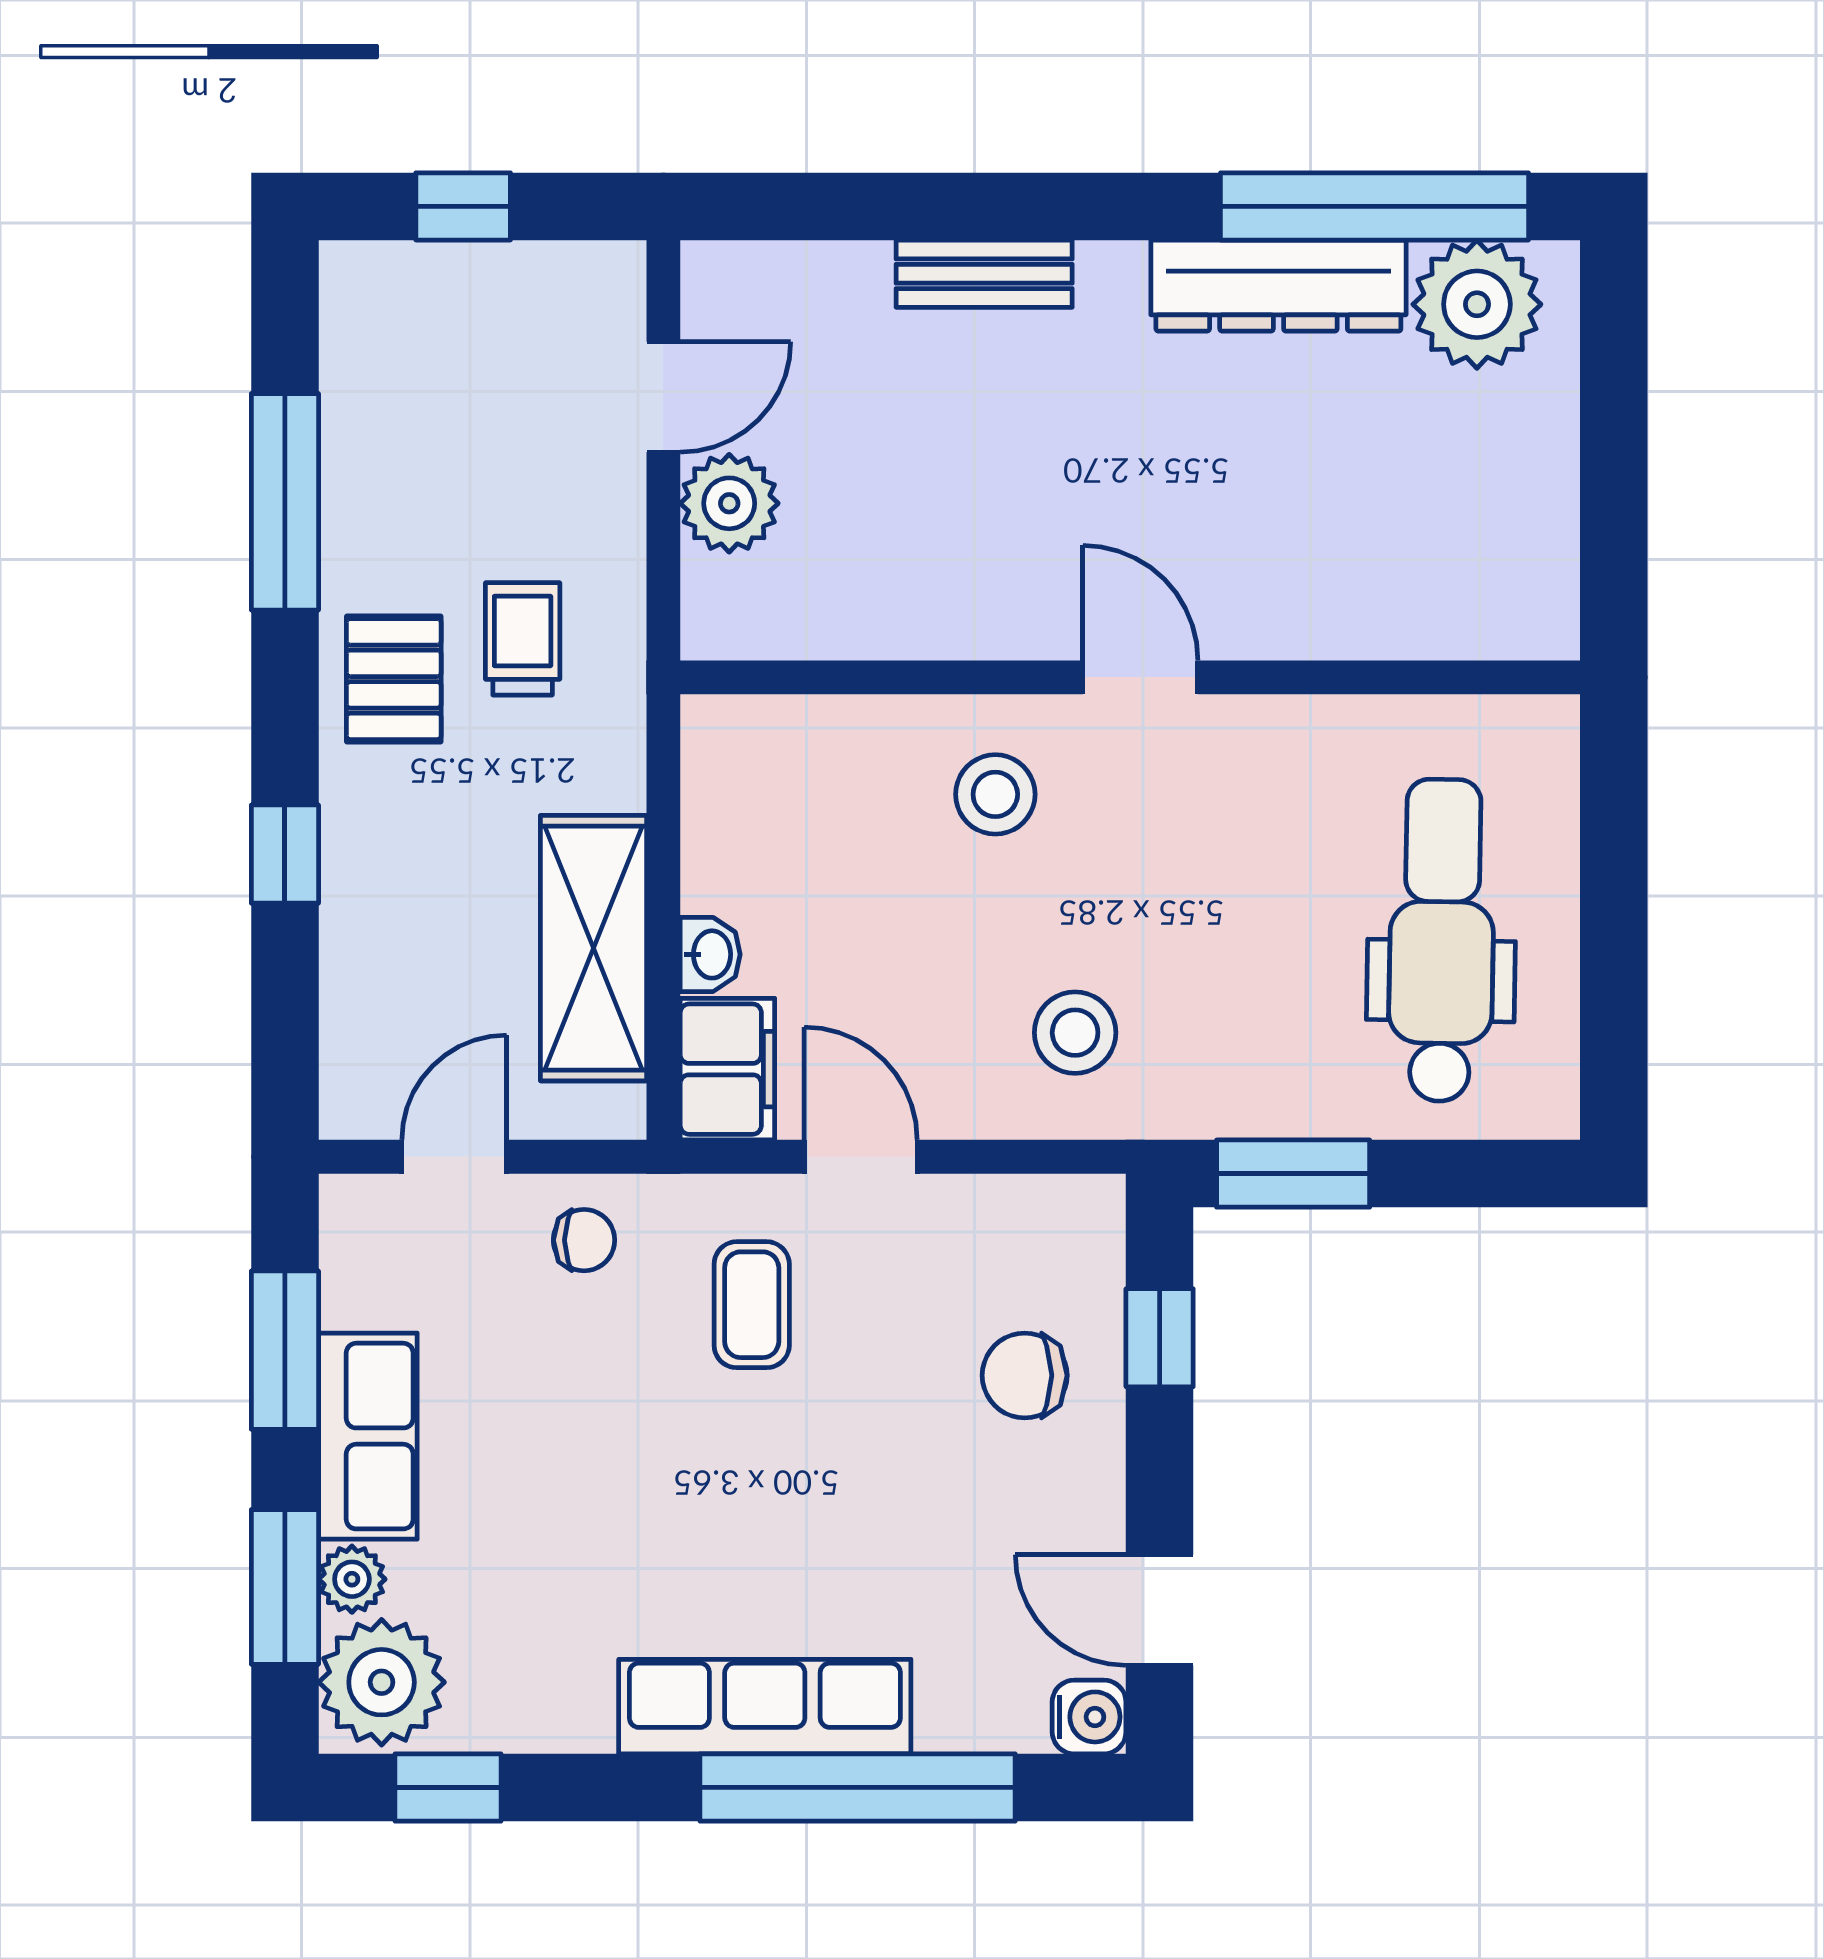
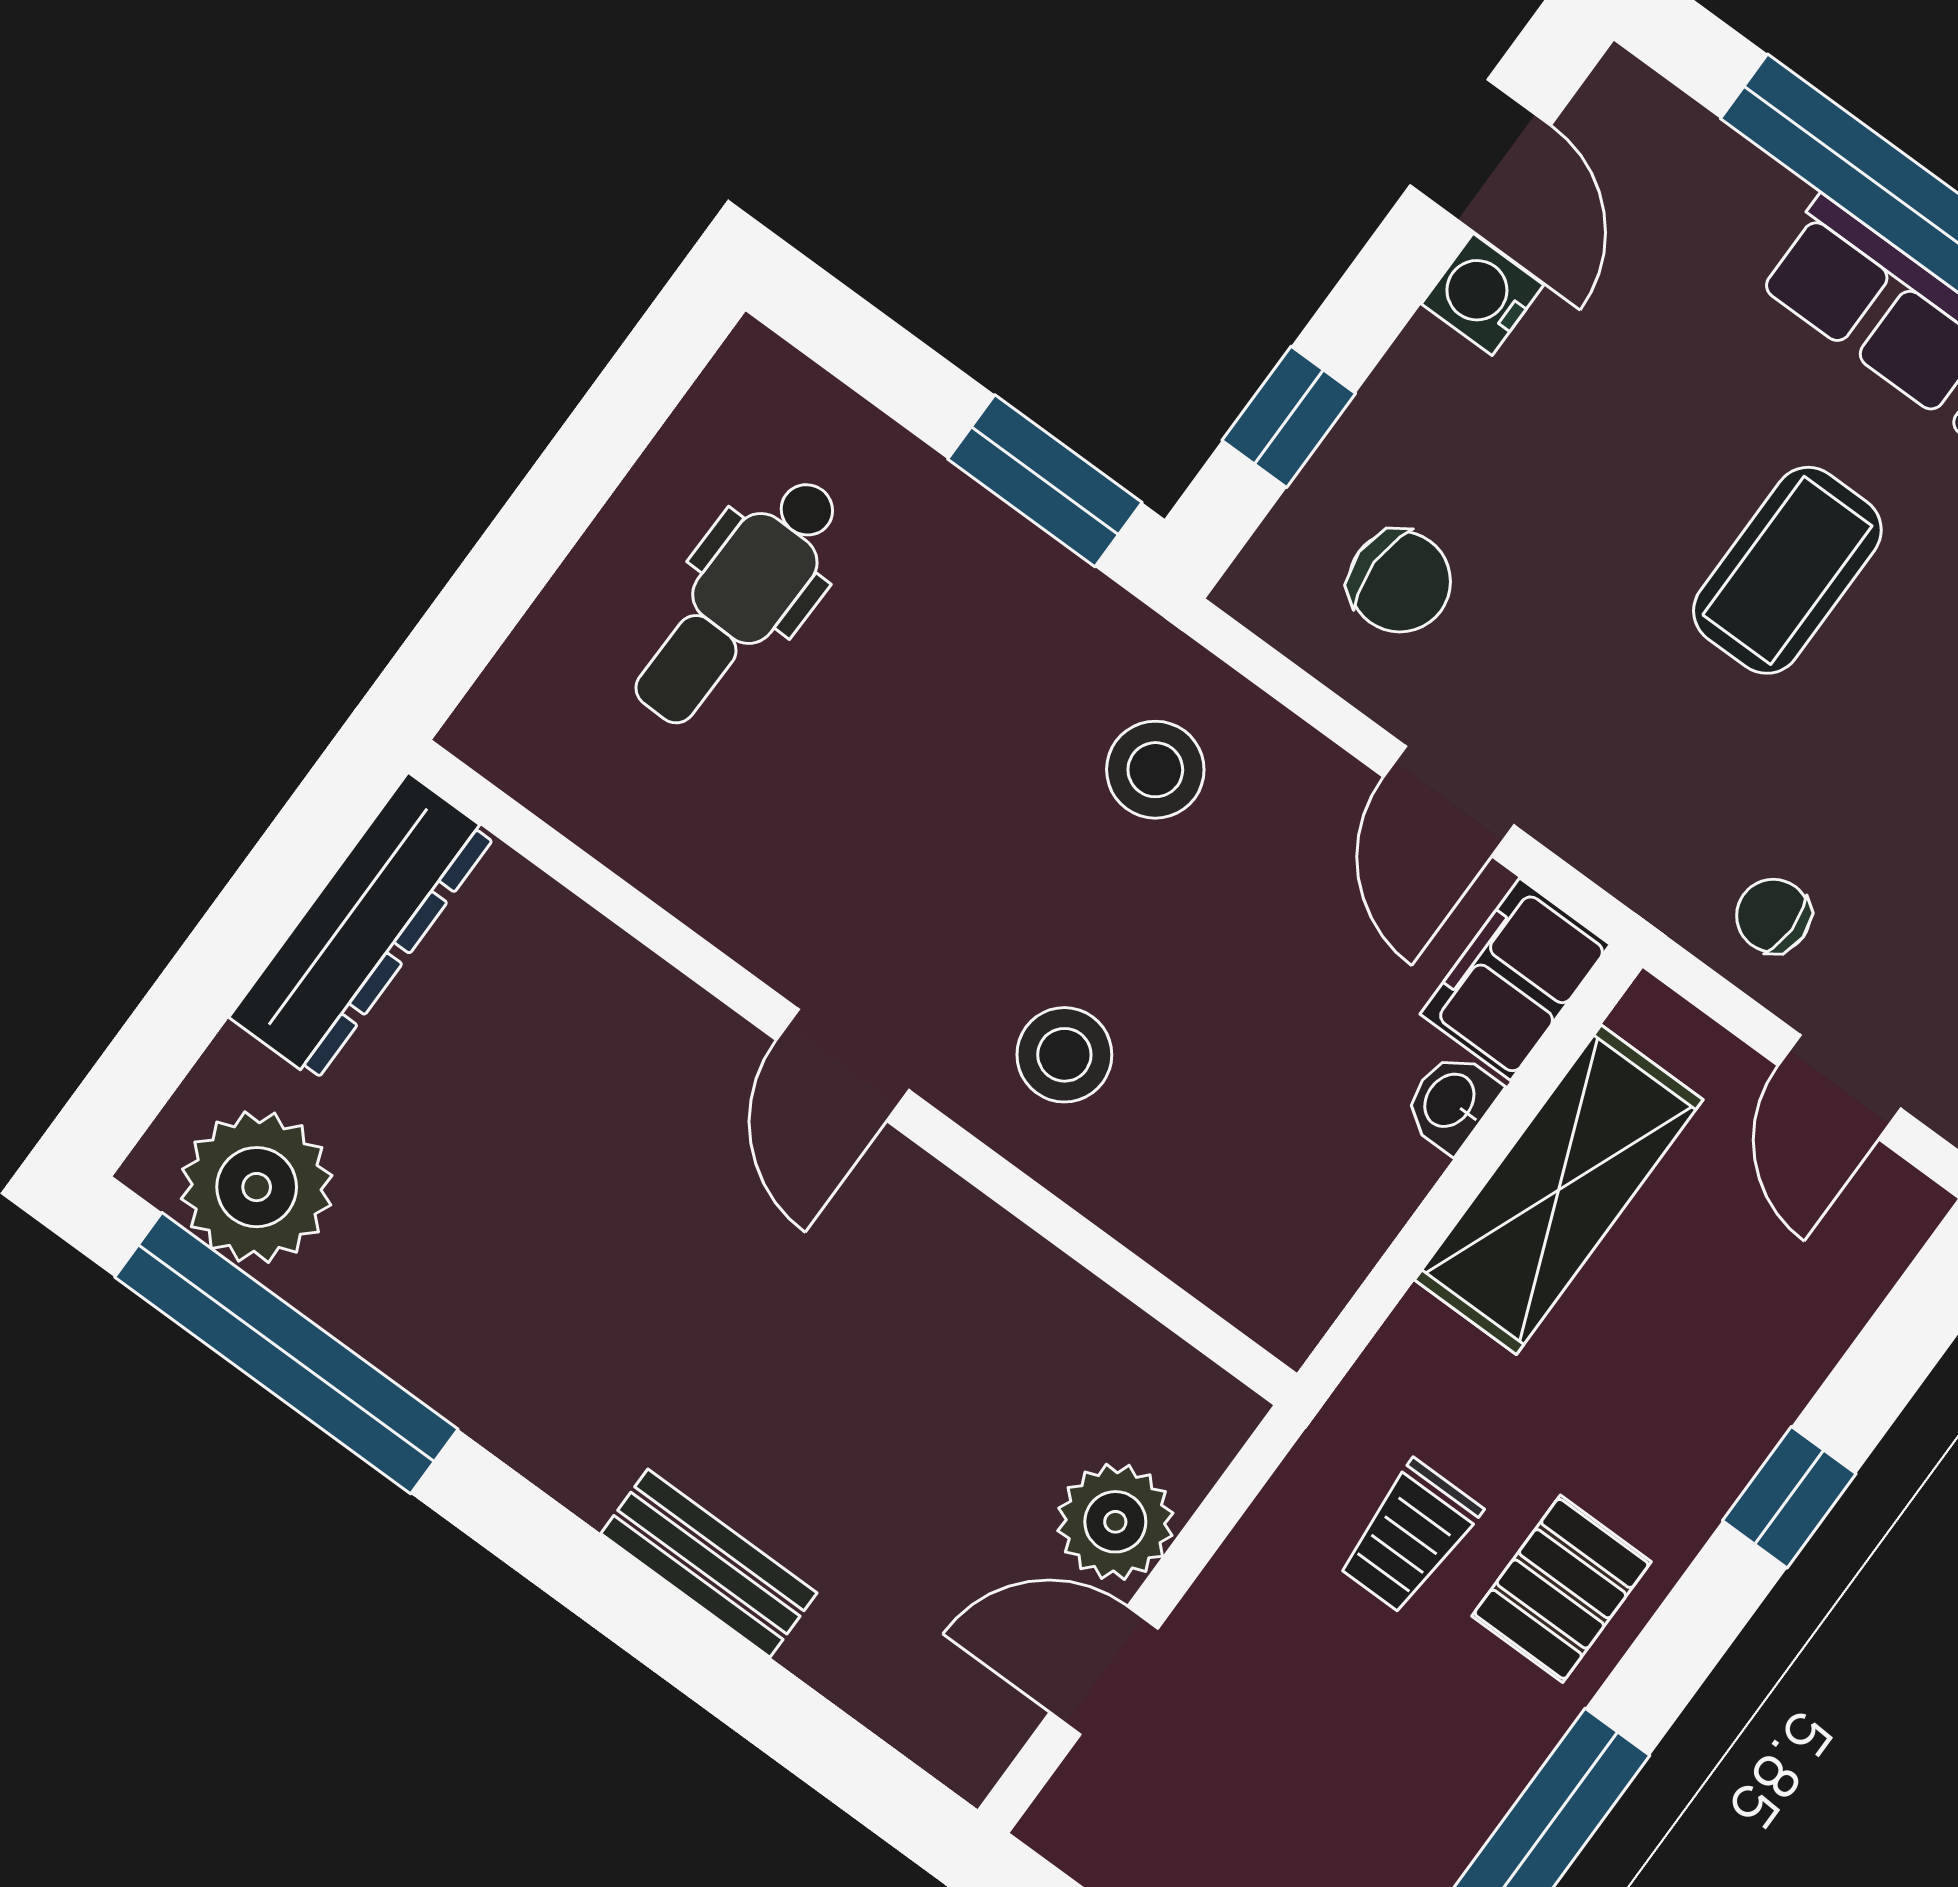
dresser: (1278, 286) -> (362, 927), moved, turned 90
dental chair: (1442, 940) -> (738, 601), width x0.73, depth x0.72
door: (454, 1157) -> (1839, 1087), hinge flipped
coffee table: (752, 1305) -> (1787, 570), moved, width x1.36, depth x1.30
chair: (1025, 1375) -> (1400, 582), moved
water cooler: (1089, 1717) -> (1483, 294), moved

